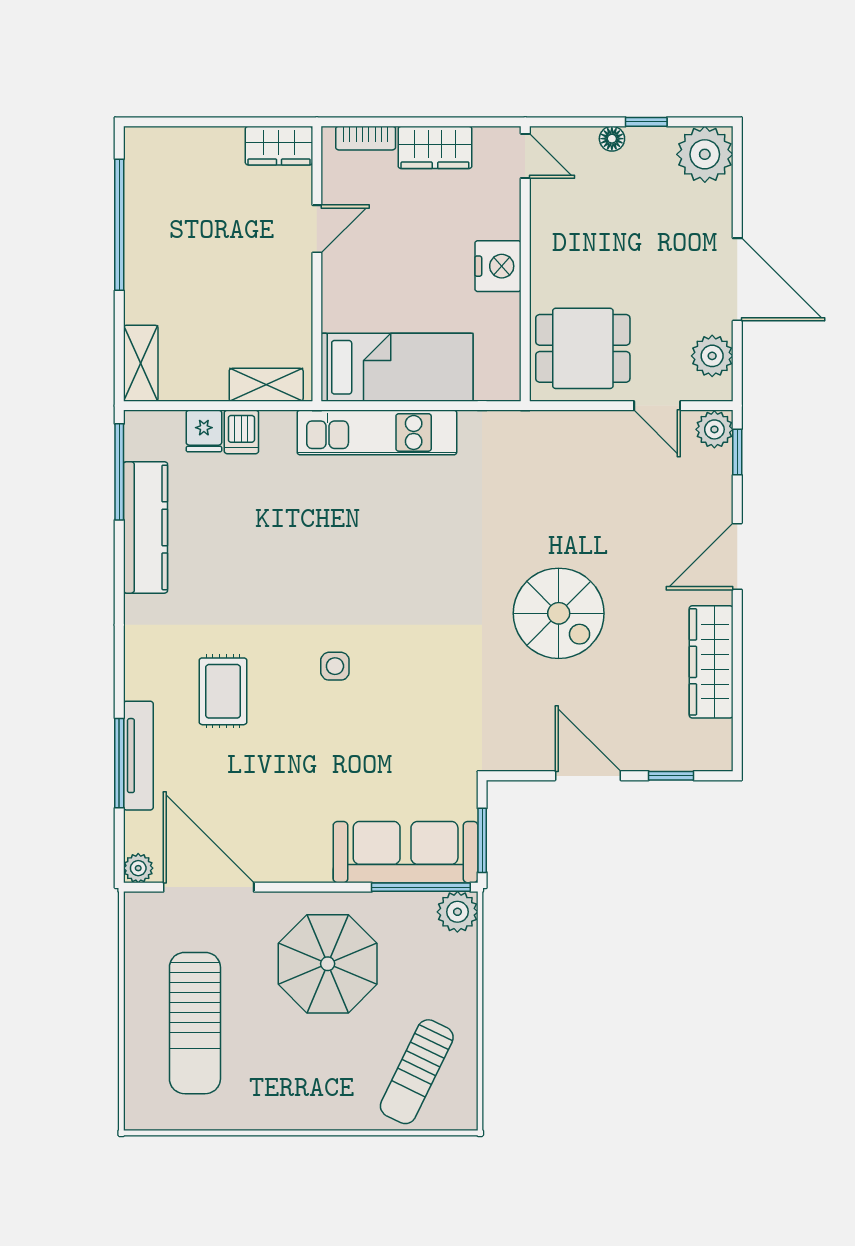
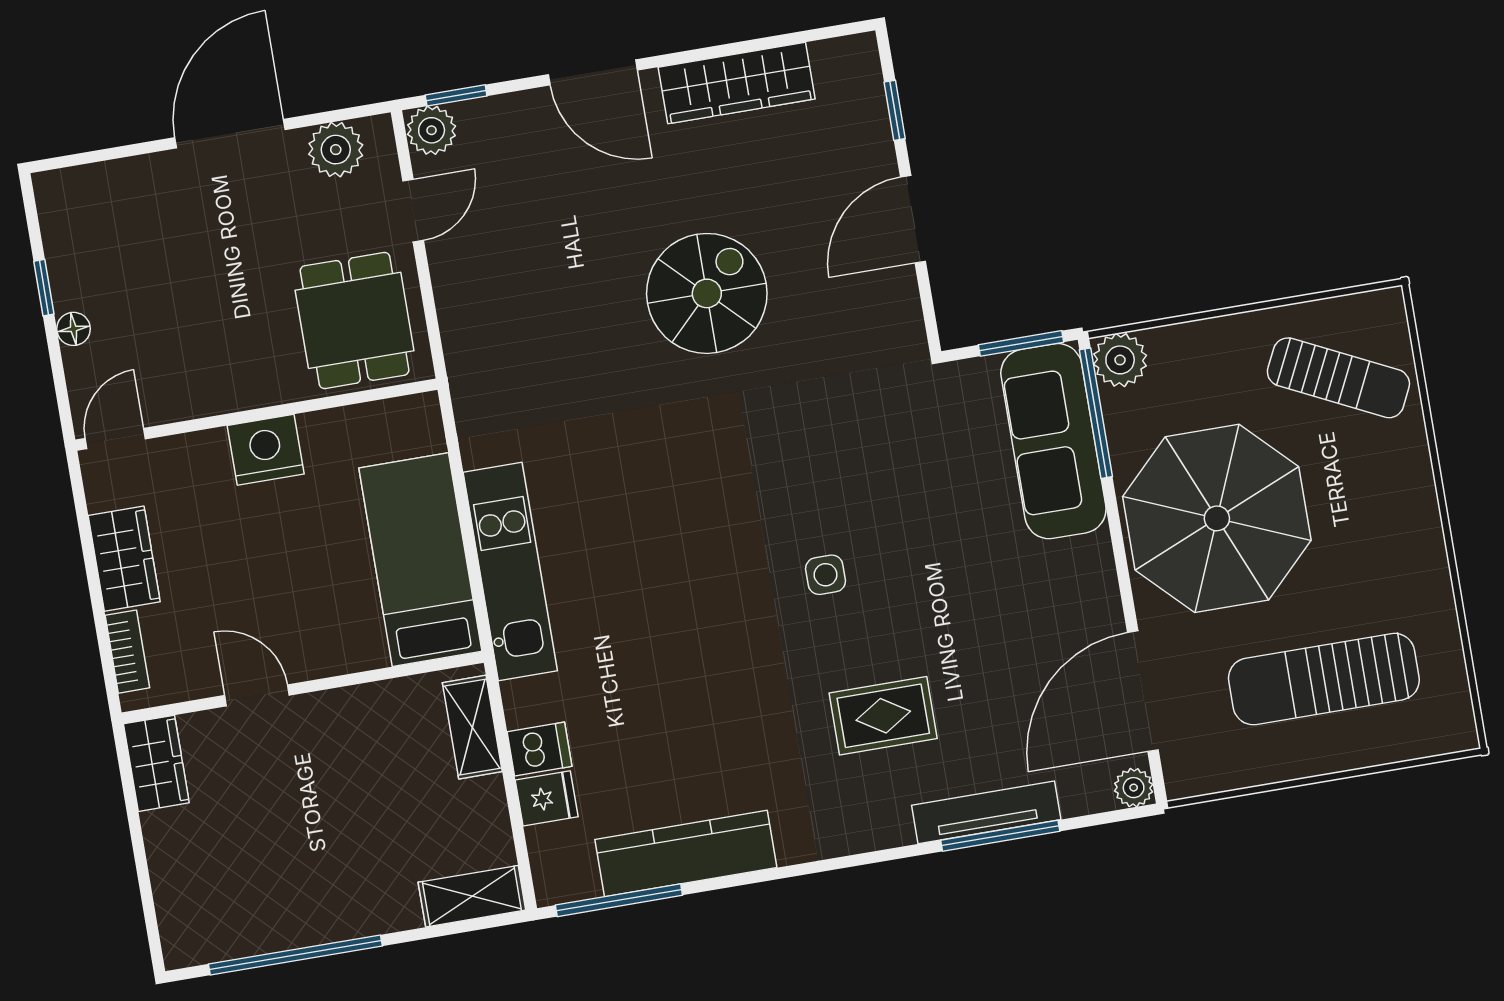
plant: (705, 154) -> (73, 204), removed
parasol: (328, 964) -> (1217, 518), width x1.36, depth x1.36
sun lounger: (195, 1023) -> (1324, 679), turned 180

